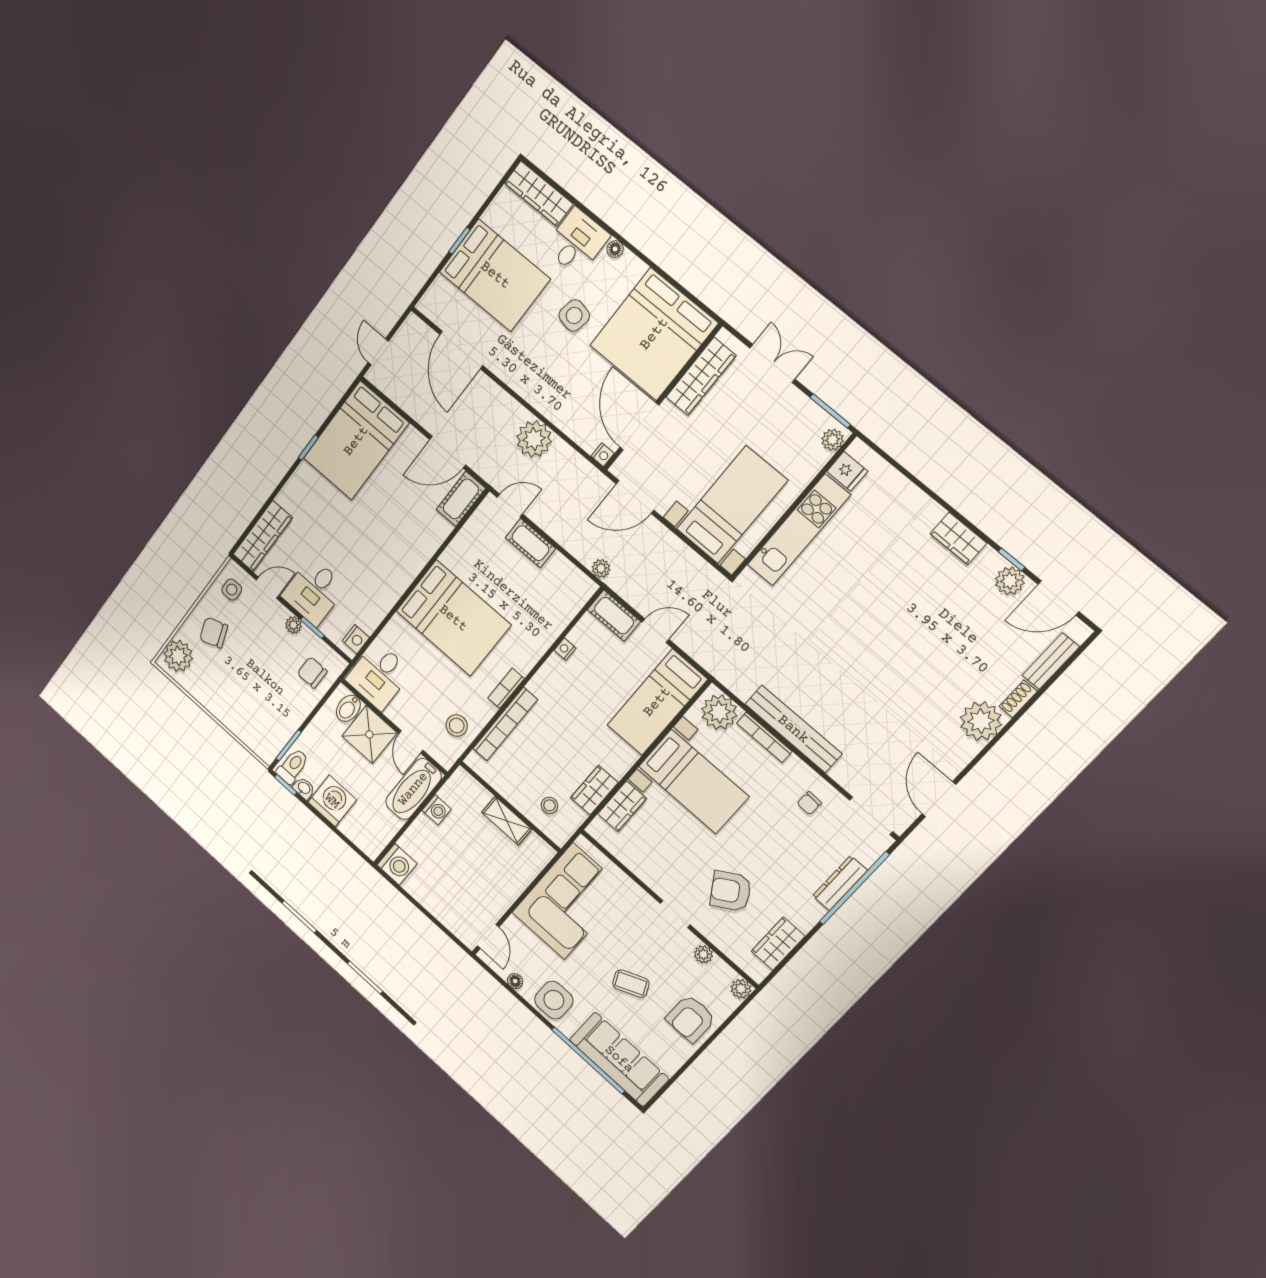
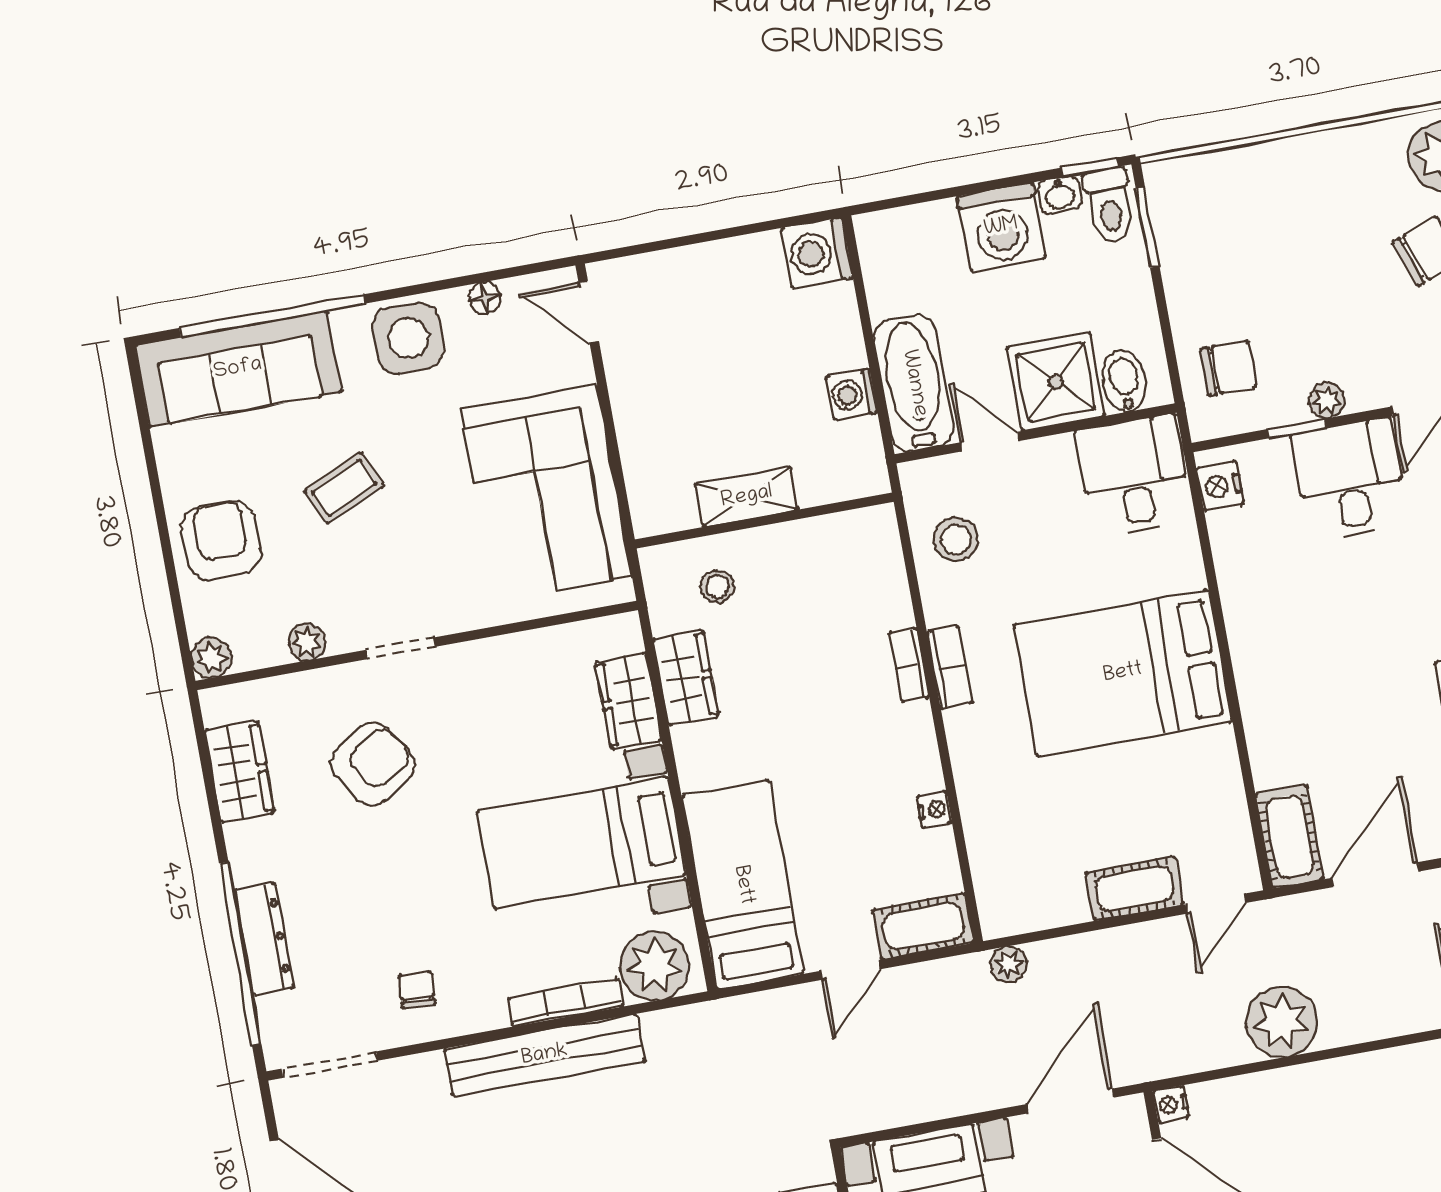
bookcase: (505, 724) -> (909, 665), width x0.43, depth x0.76

